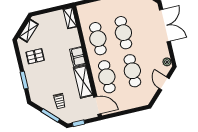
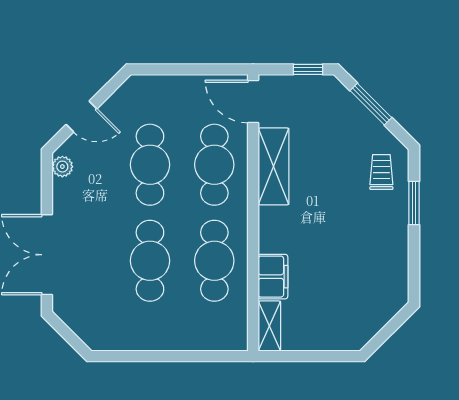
shelving: (28, 31) -> (376, 319), removed
pallet: (35, 56) -> (374, 254), removed
filing cabinet: (78, 57) -> (273, 277), moved
door: (164, 83) -> (81, 117), hinge flipped
trolley: (60, 101) -> (381, 172), moved

